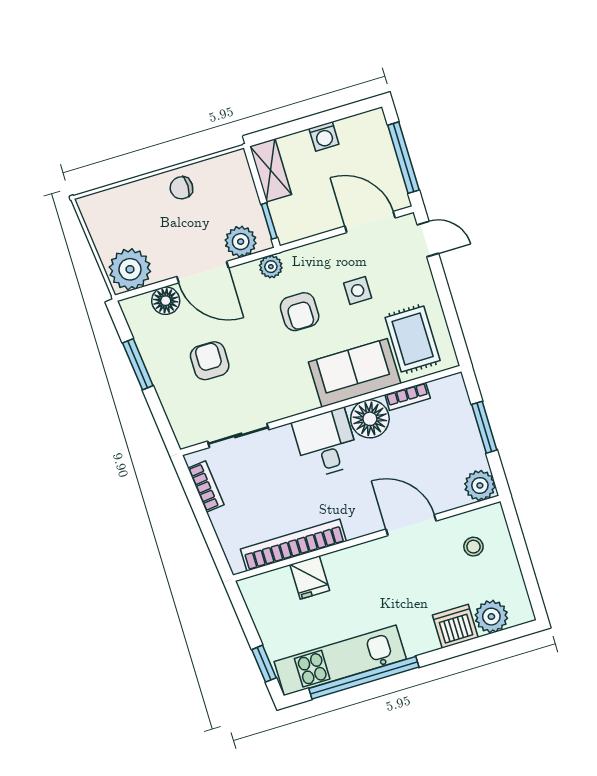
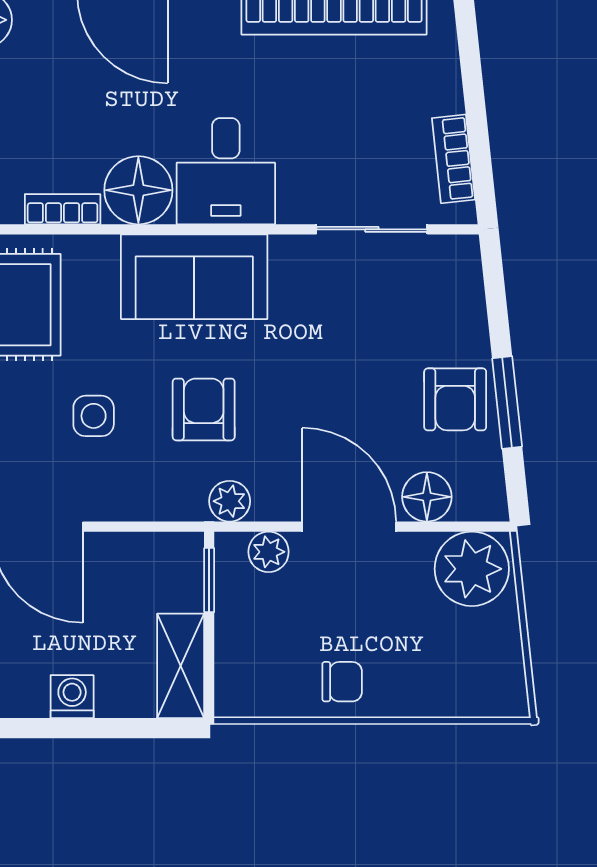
plant: (241, 242) -> (269, 552), width x0.73, depth x0.73
armchair: (210, 361) -> (455, 399), moved
sofa: (355, 373) -> (194, 277), moved

